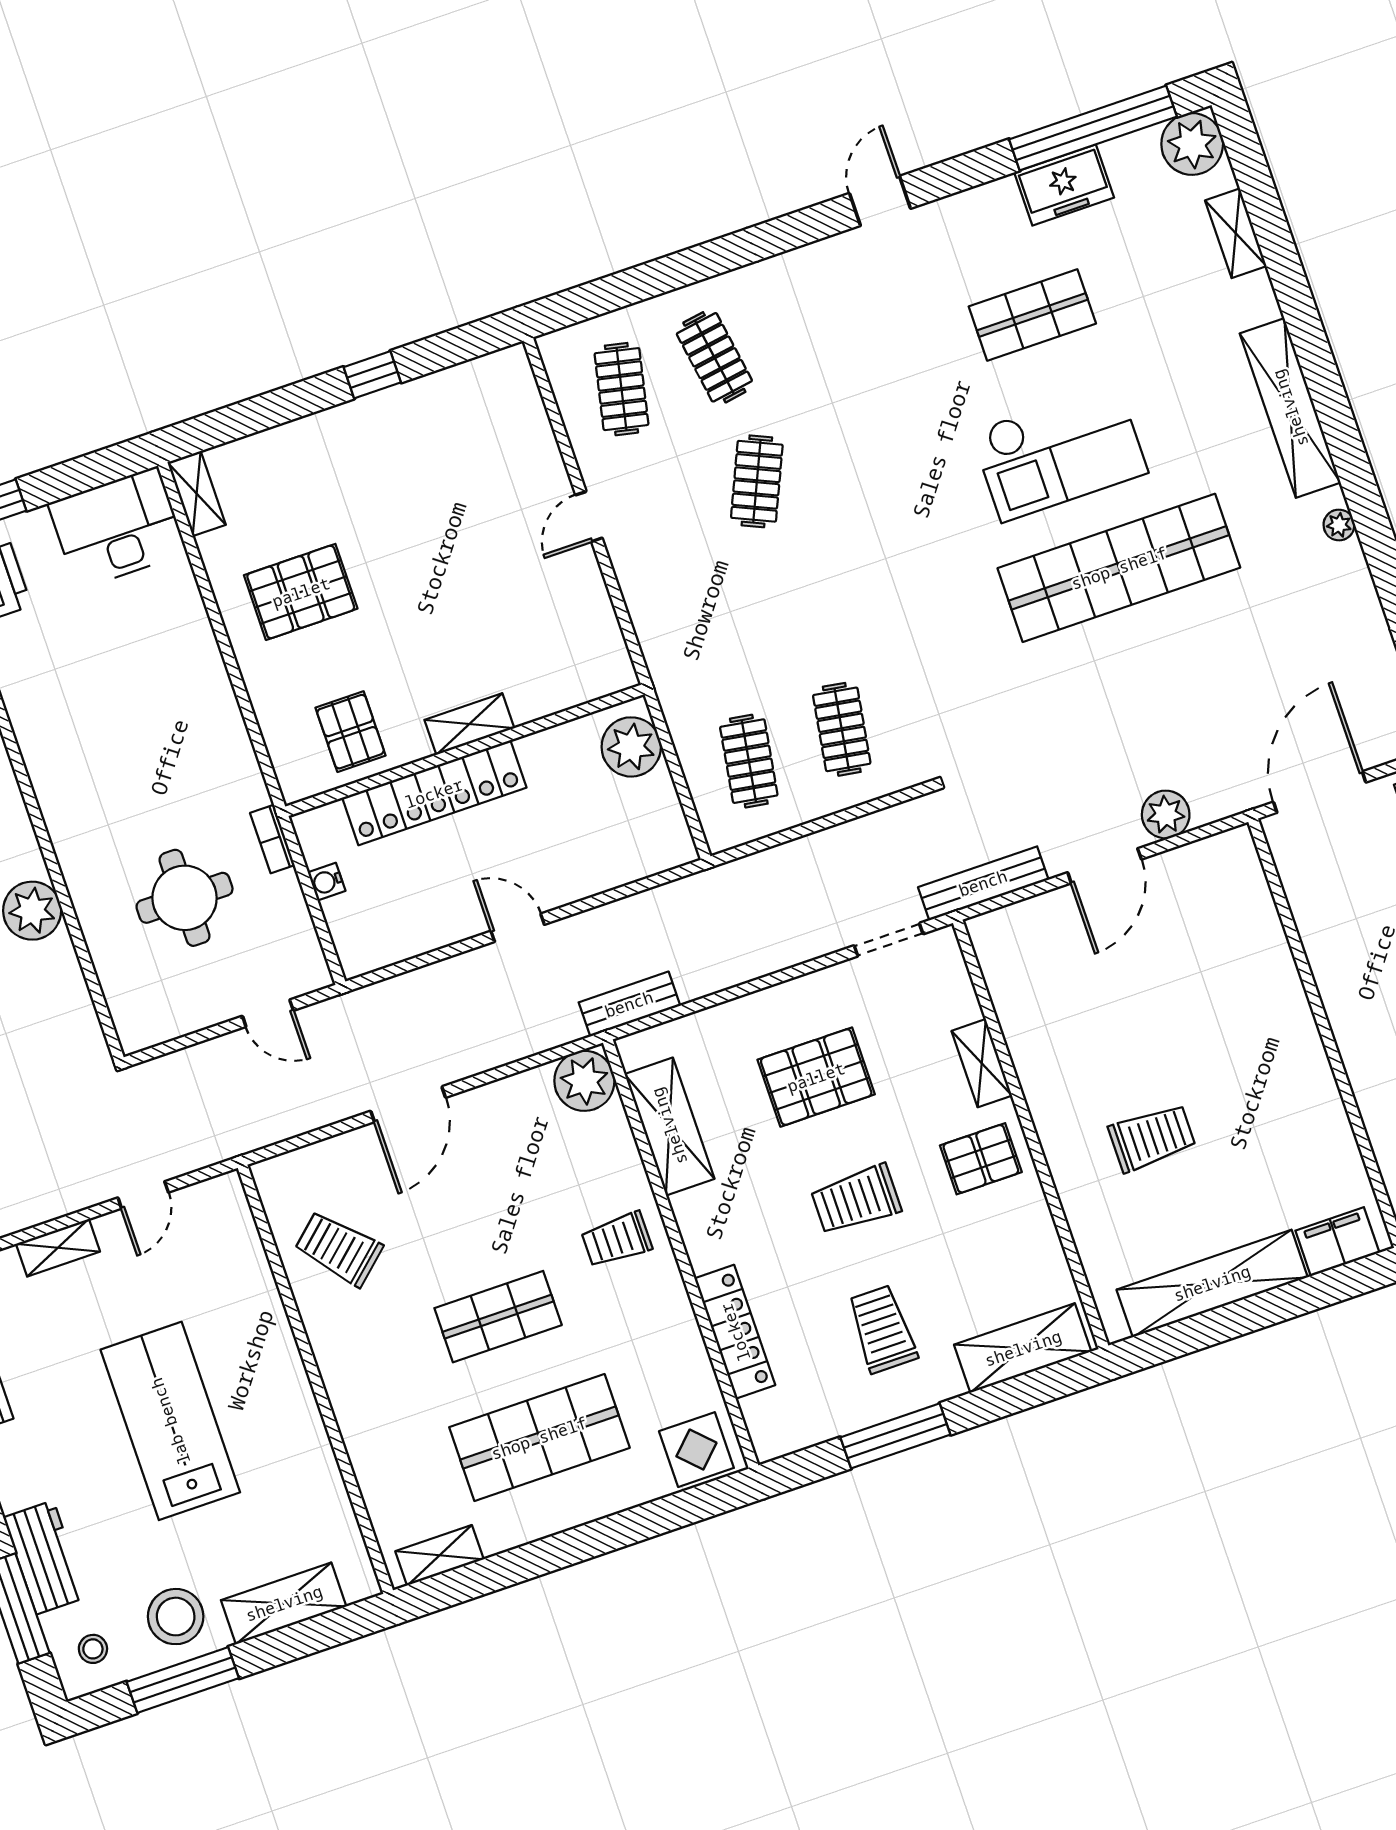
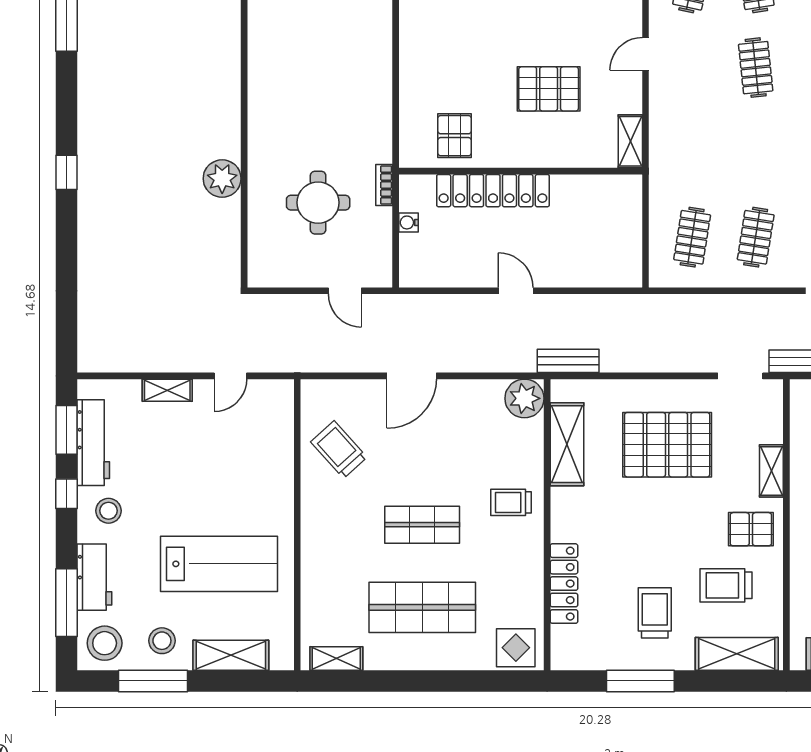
clothes rail: (757, 481) -> (756, 68), turned -30
pallet: (301, 592) -> (549, 89), moved
shelving: (469, 724) -> (630, 141), moved, turned 90
plant: (631, 747) -> (623, 204), removed
pallet: (816, 1077) -> (667, 445), width x1.37, depth x1.41
trolley: (856, 1200) -> (726, 585), moved
lab bench: (170, 1421) -> (219, 564), moved, turned 90
stool: (32, 1453) -> (109, 511), added
stool: (176, 1617) -> (162, 641), width x0.73, depth x0.73
stool: (93, 1649) -> (105, 643), width x1.89, depth x1.89

